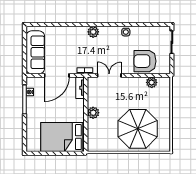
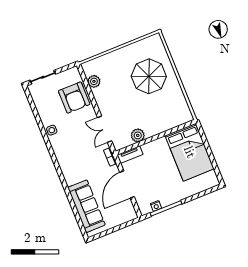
plant: (93, 32) -> (65, 165), removed
sofa: (35, 52) -> (86, 206), moved, turned 90
door: (57, 75) -> (127, 184), swing flipped
plant: (93, 113) -> (138, 135), moved
parasol: (138, 129) -> (149, 76), width x0.73, depth x0.73

